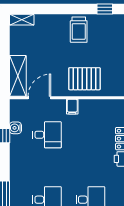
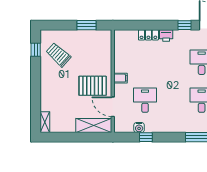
trolley: (79, 30) -> (58, 55), moved, turned -138
pallet: (84, 79) -> (93, 86), moved, turned 90

